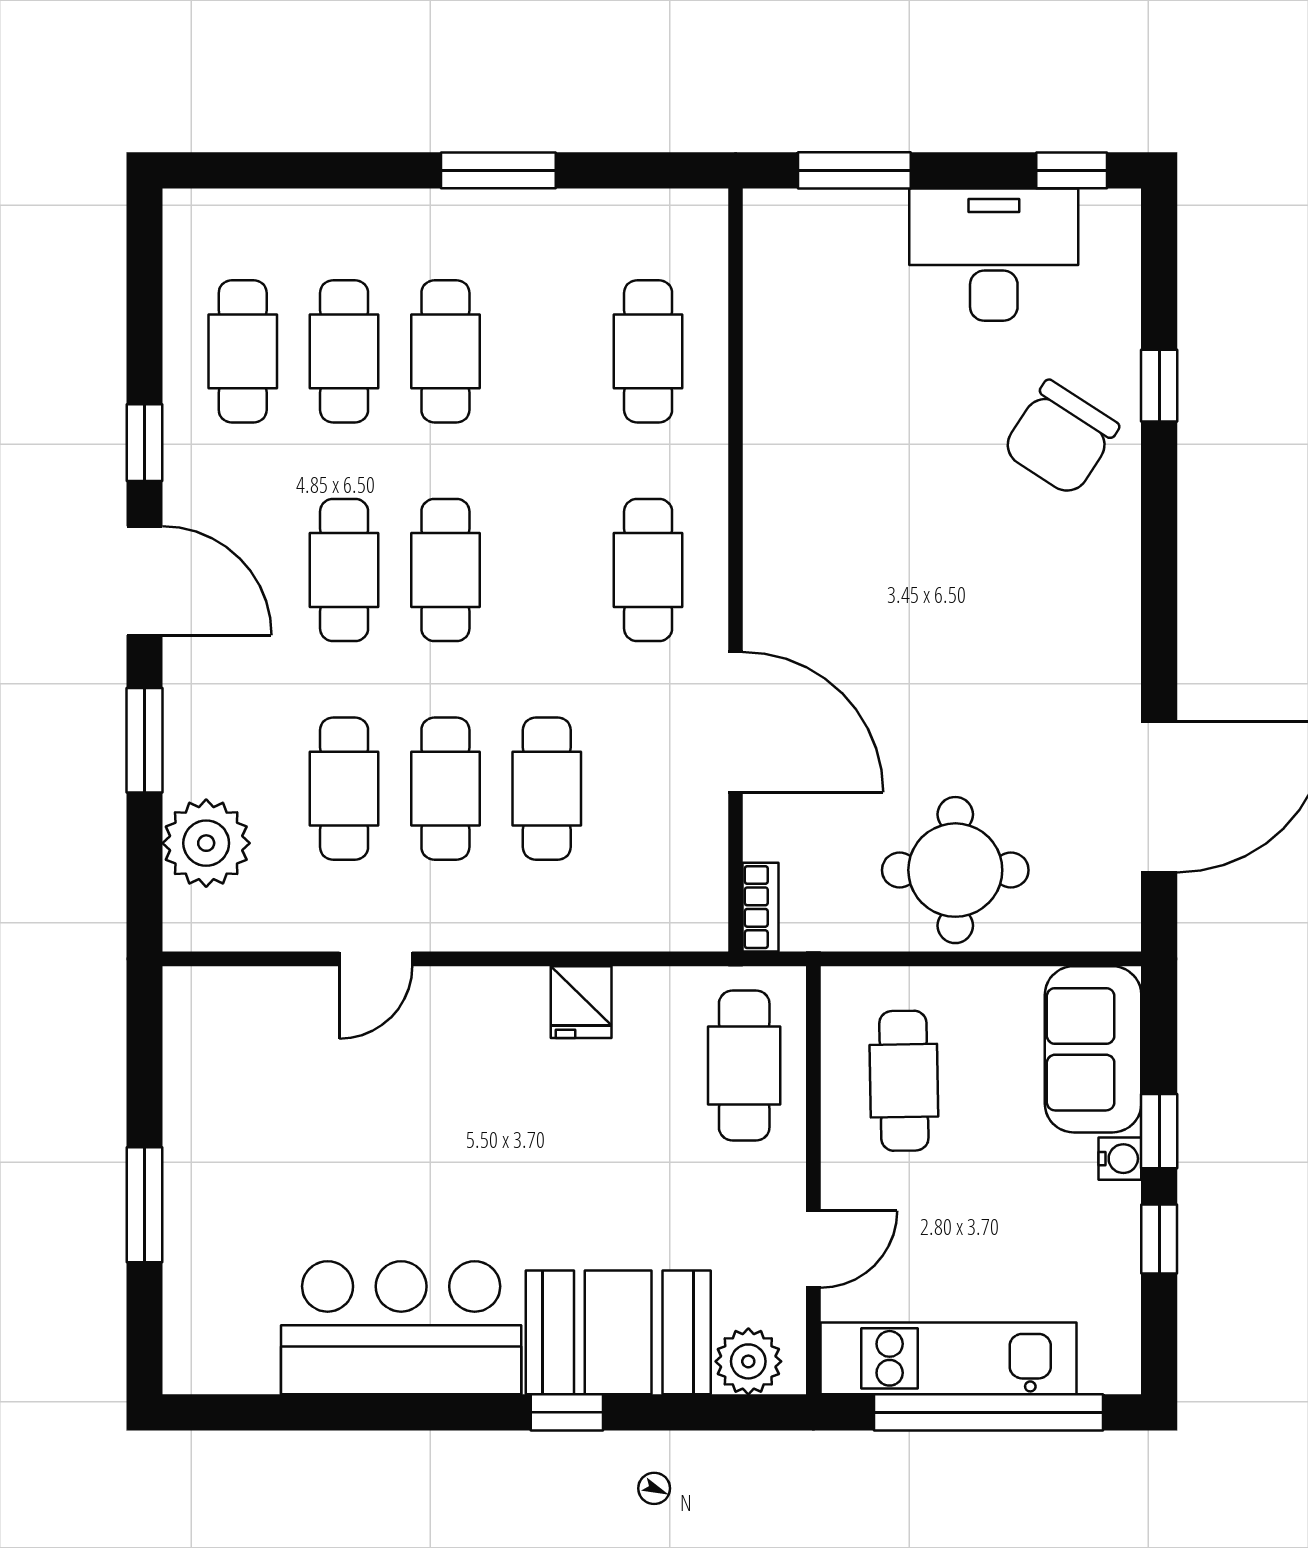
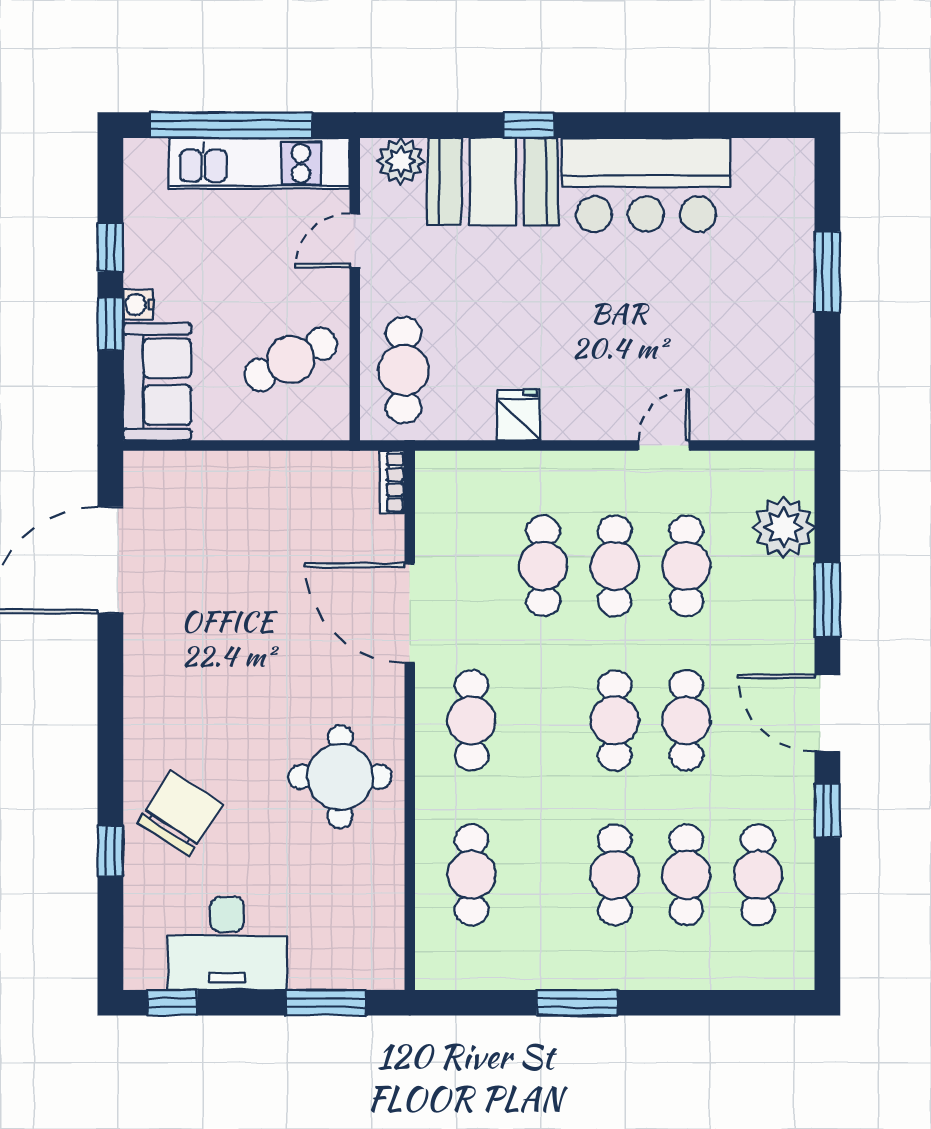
round table: (955, 870) -> (340, 777), moved
cafe table: (904, 1081) -> (291, 359), turned 64

